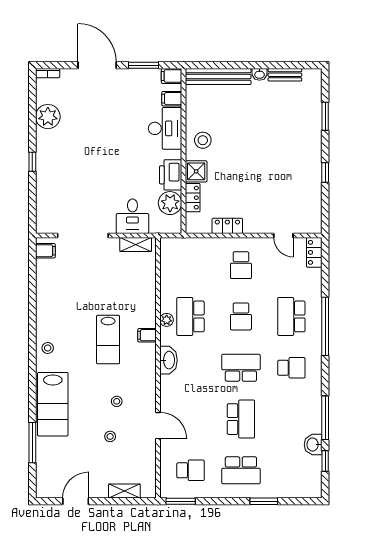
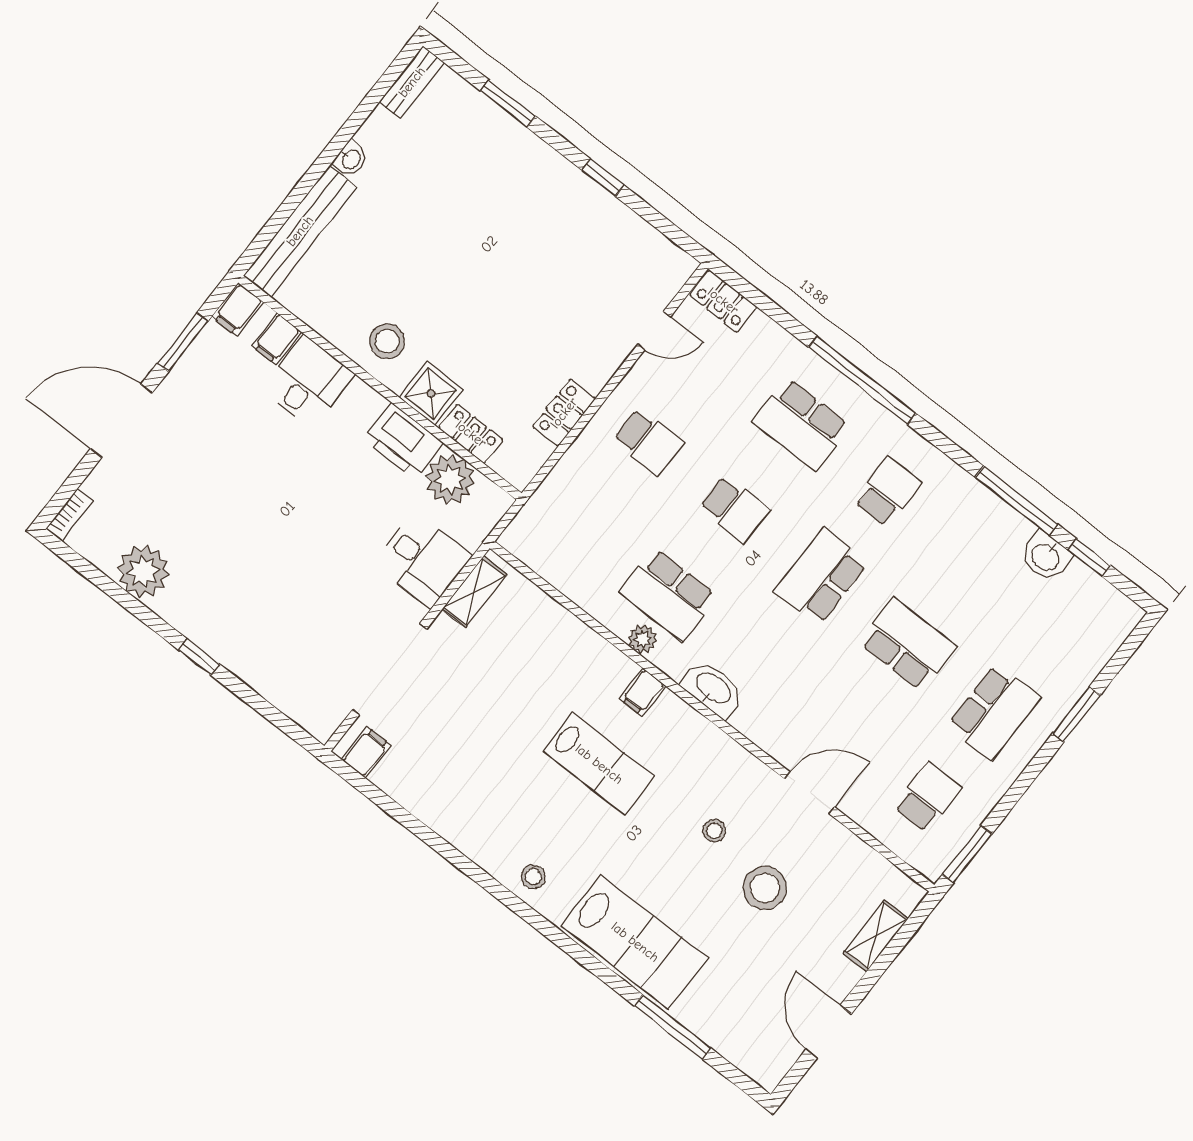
bench: (285, 75) -> (412, 82), moved
desk: (165, 128) -> (308, 382), width x0.73
stool: (110, 436) -> (765, 888), width x1.89, depth x1.89

